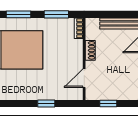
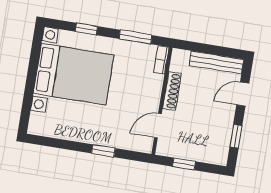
window: (19, 14) -> (86, 29), width x0.67
shoe rack: (90, 50) -> (172, 91), width x1.43

